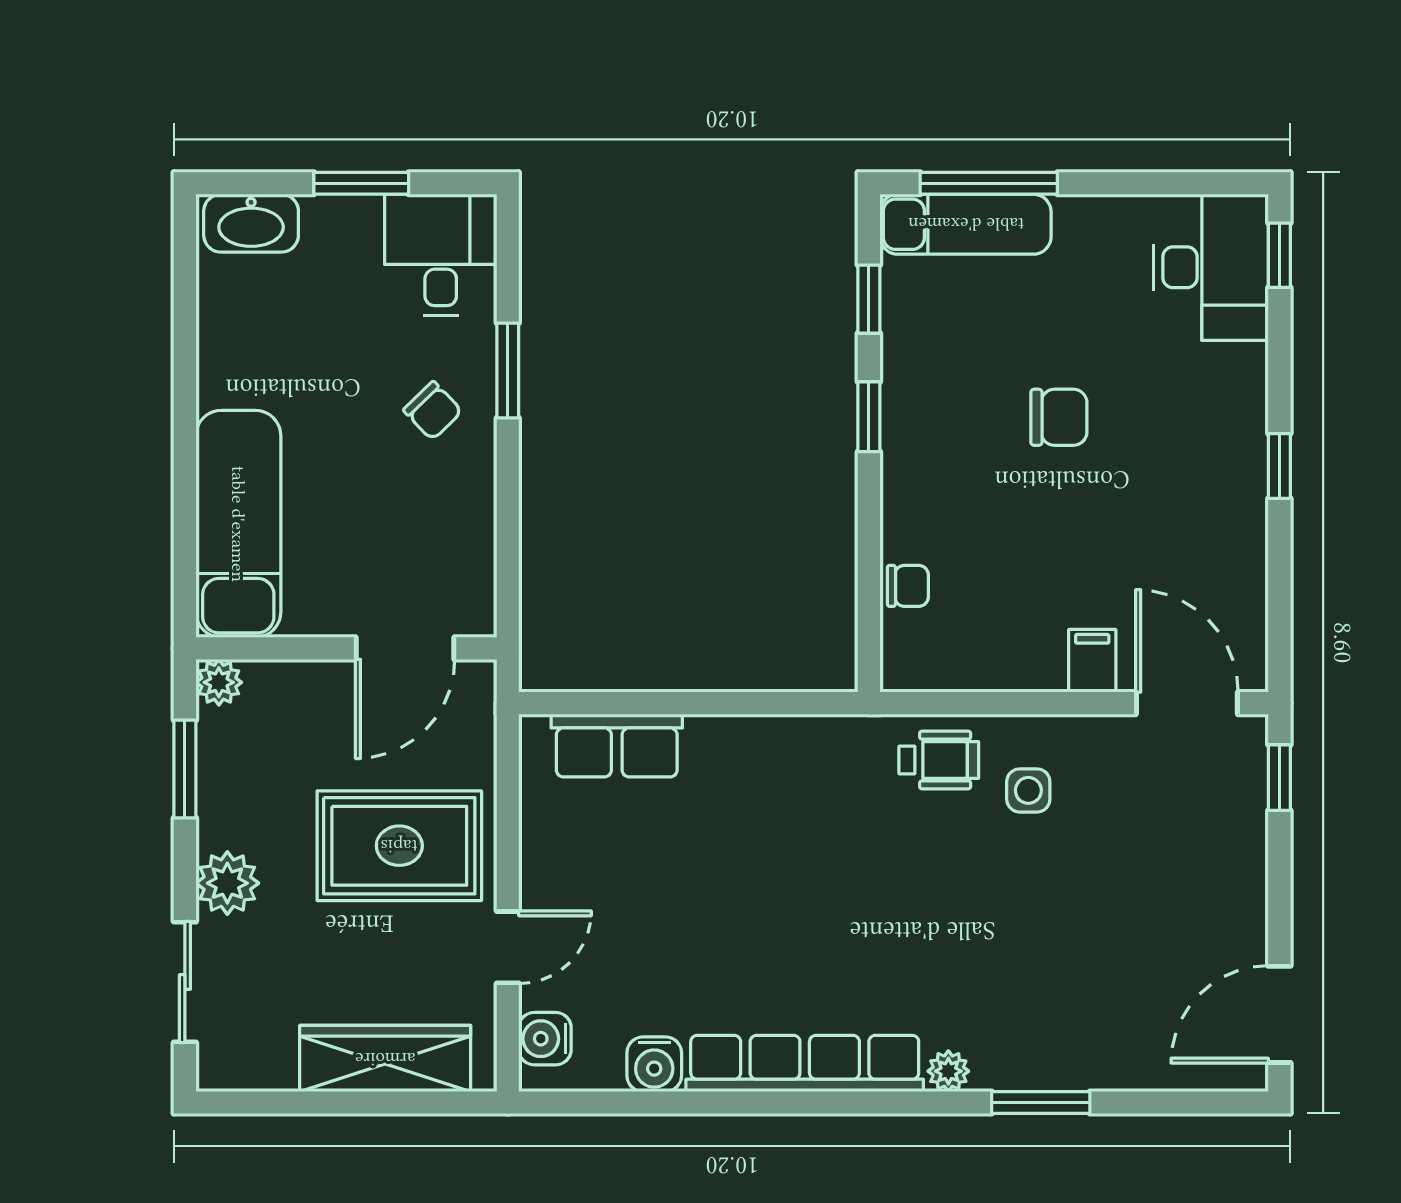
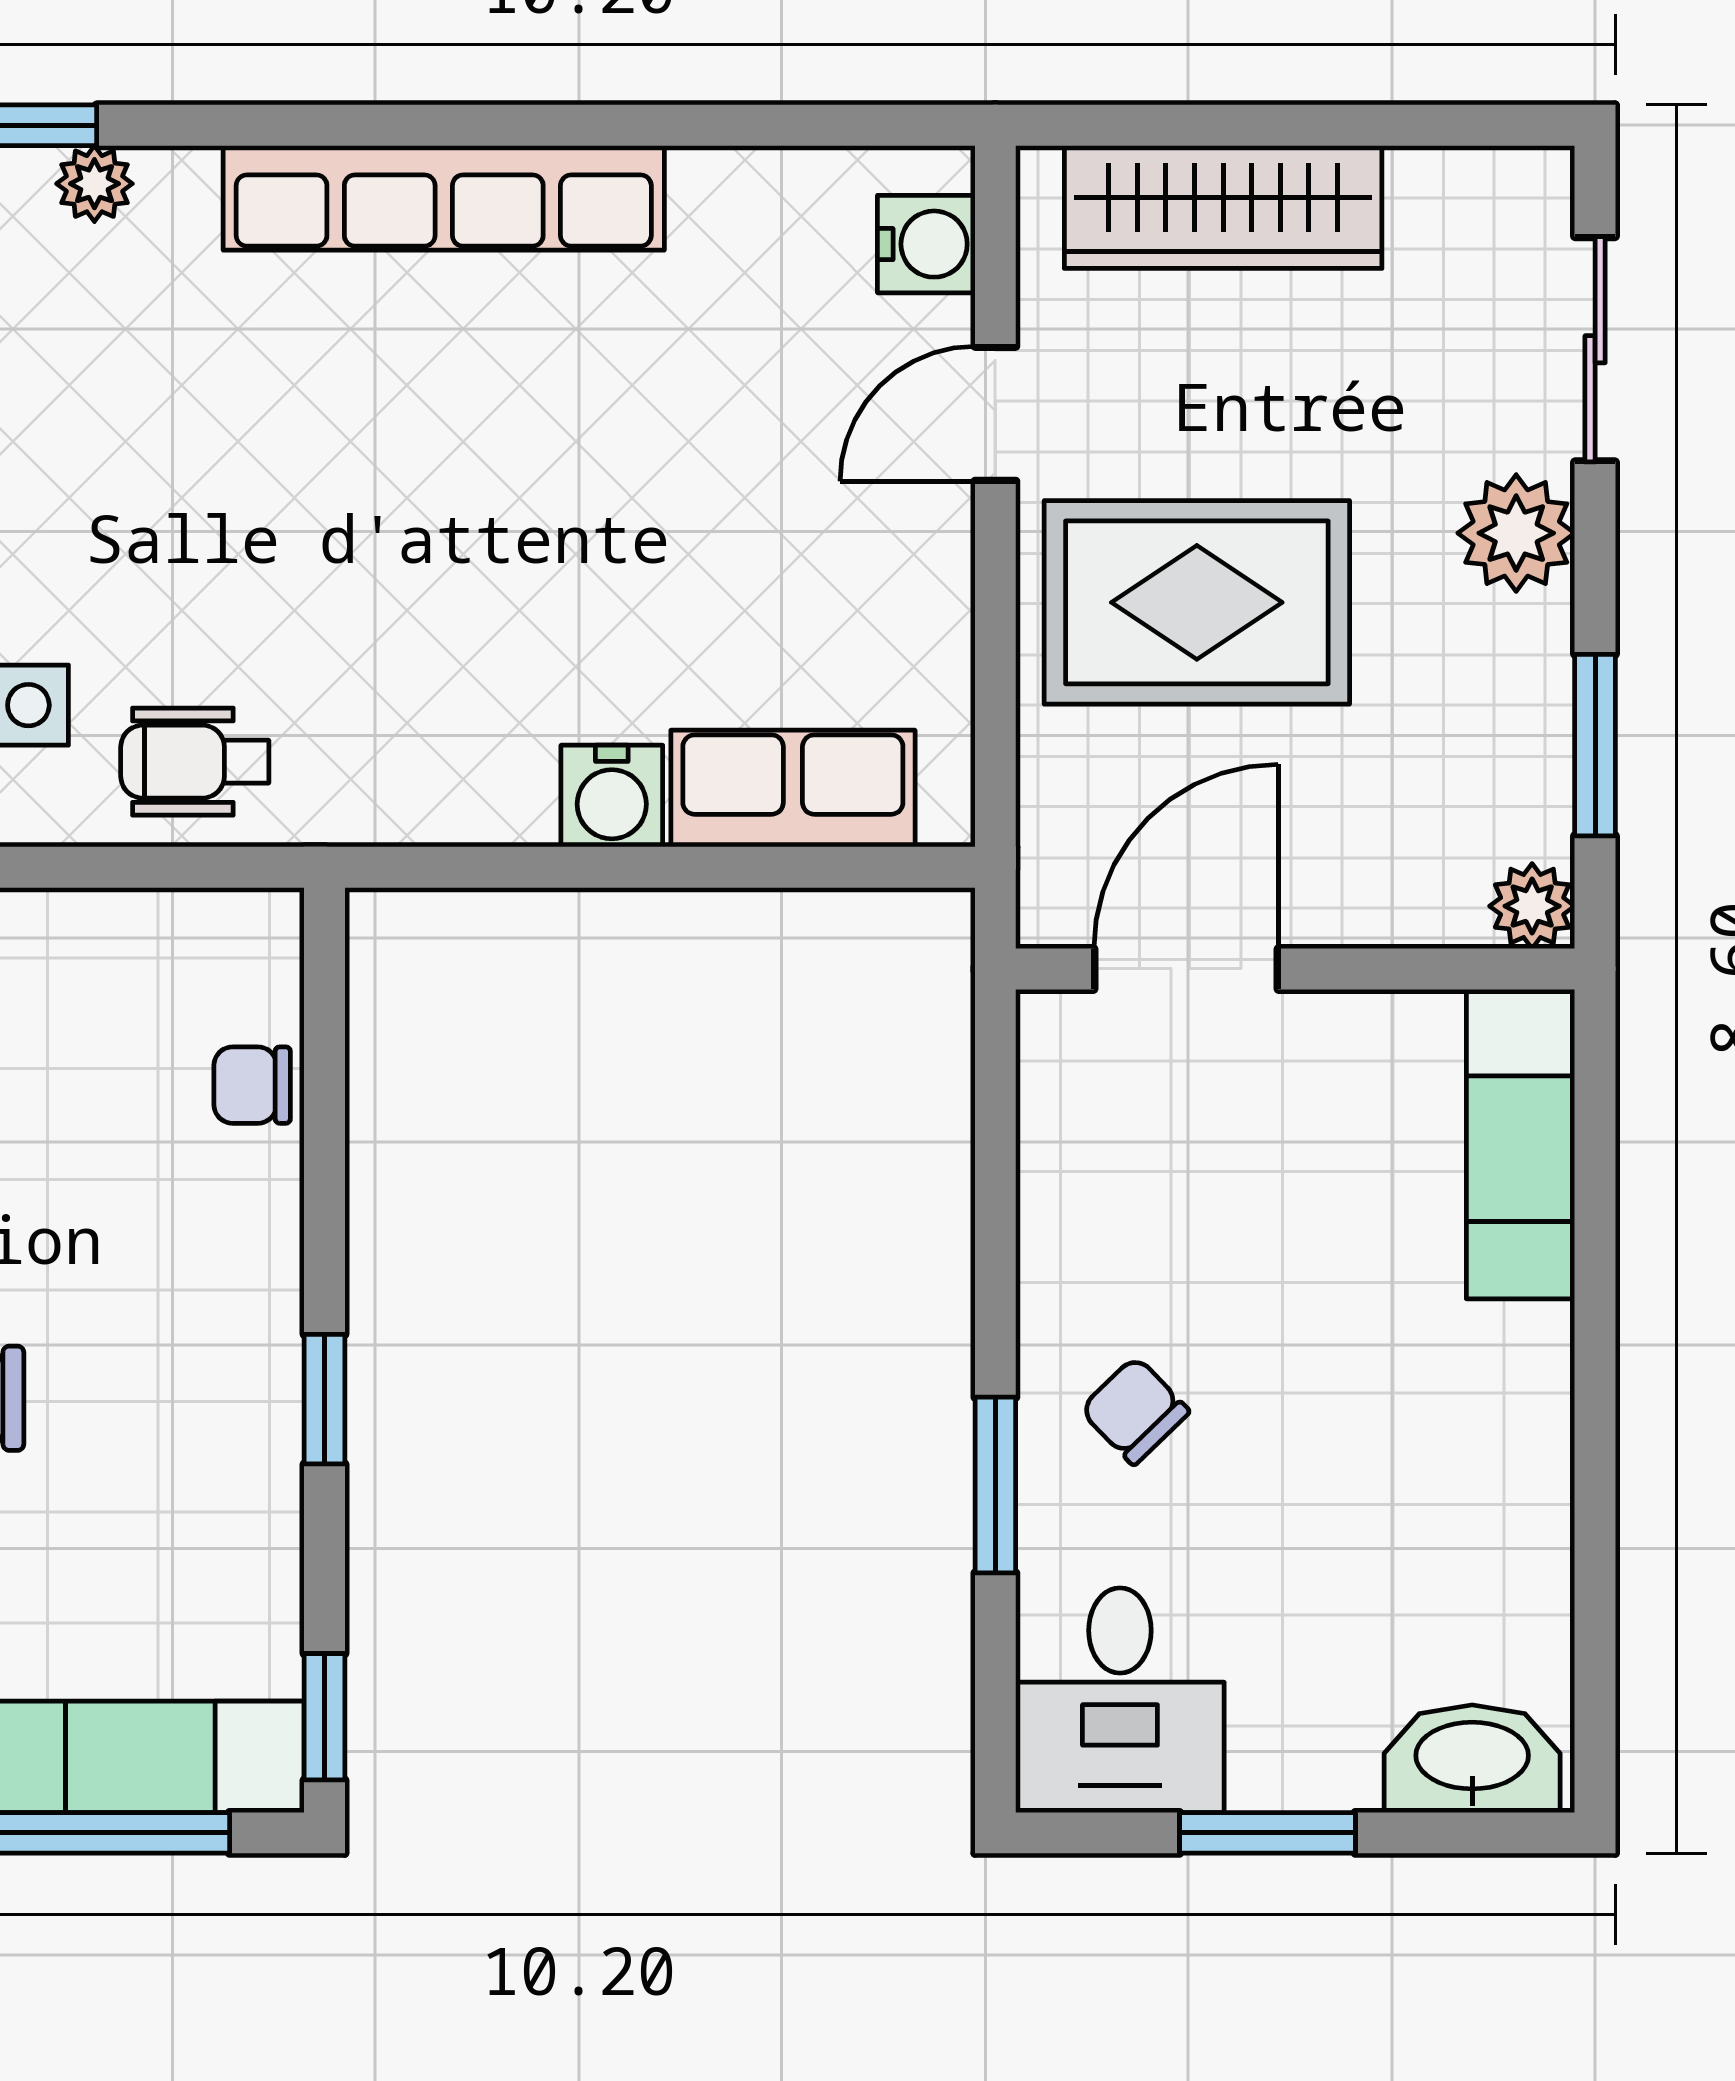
window: (869, 299) -> (325, 1717), moved
exam couch: (238, 524) -> (1521, 1144), width x0.73, depth x0.69
water cooler: (654, 1064) -> (612, 796), moved, turned 180
plant: (948, 1071) -> (94, 184), moved

